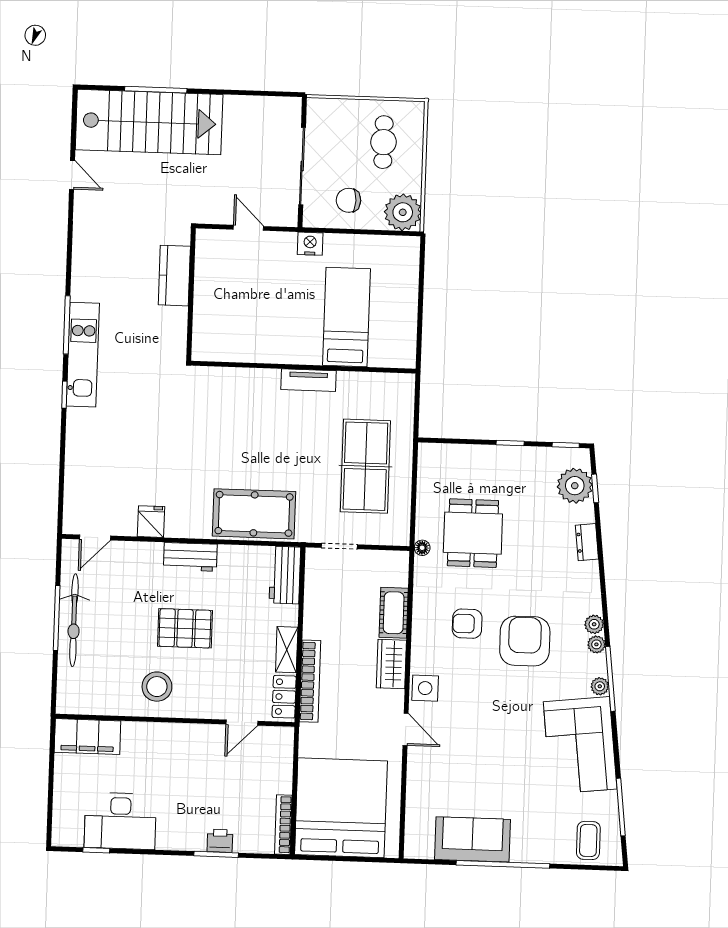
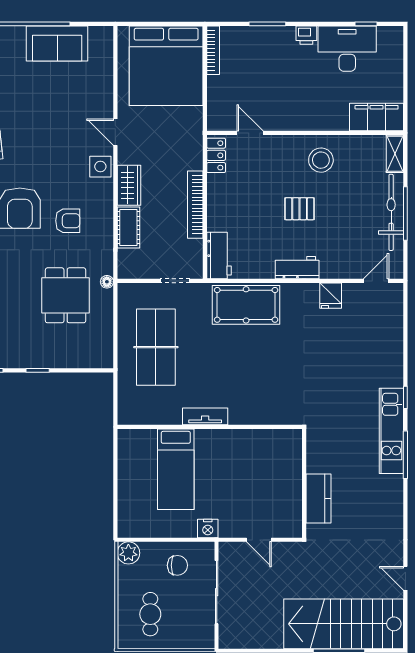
plant: (403, 212) -> (128, 553), width x0.73, depth x0.73
pallet: (185, 628) -> (300, 209), width x0.67, depth x0.71
shelving: (287, 650) -> (395, 154), moved
bookcase: (310, 681) -> (195, 205), moved
door: (242, 723) -> (250, 133), hinge flipped
printer: (220, 841) -> (306, 35), moved

